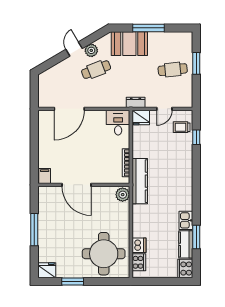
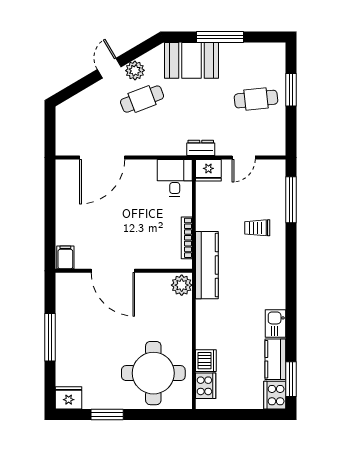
trolley: (182, 127) -> (257, 228), moved
window: (196, 137) -> (291, 200), width x2.17
window: (196, 237) -> (291, 379), moved

